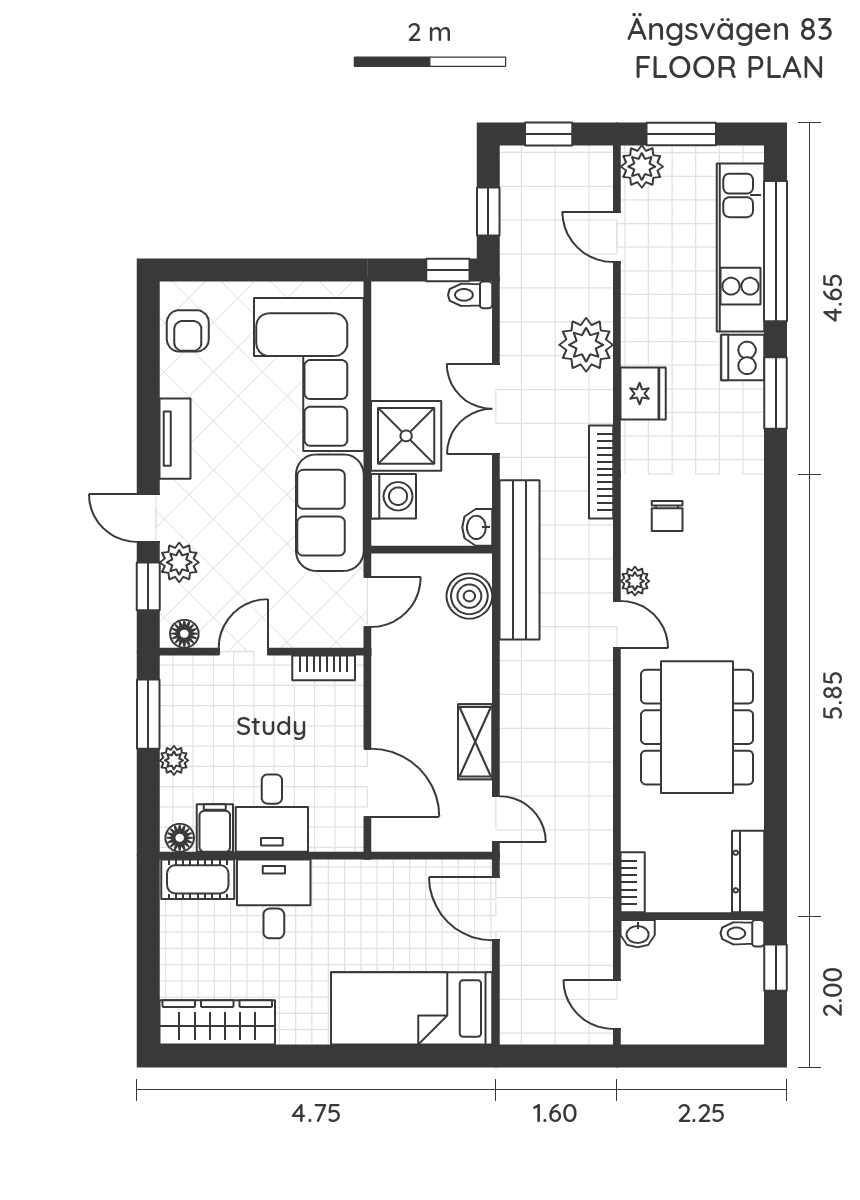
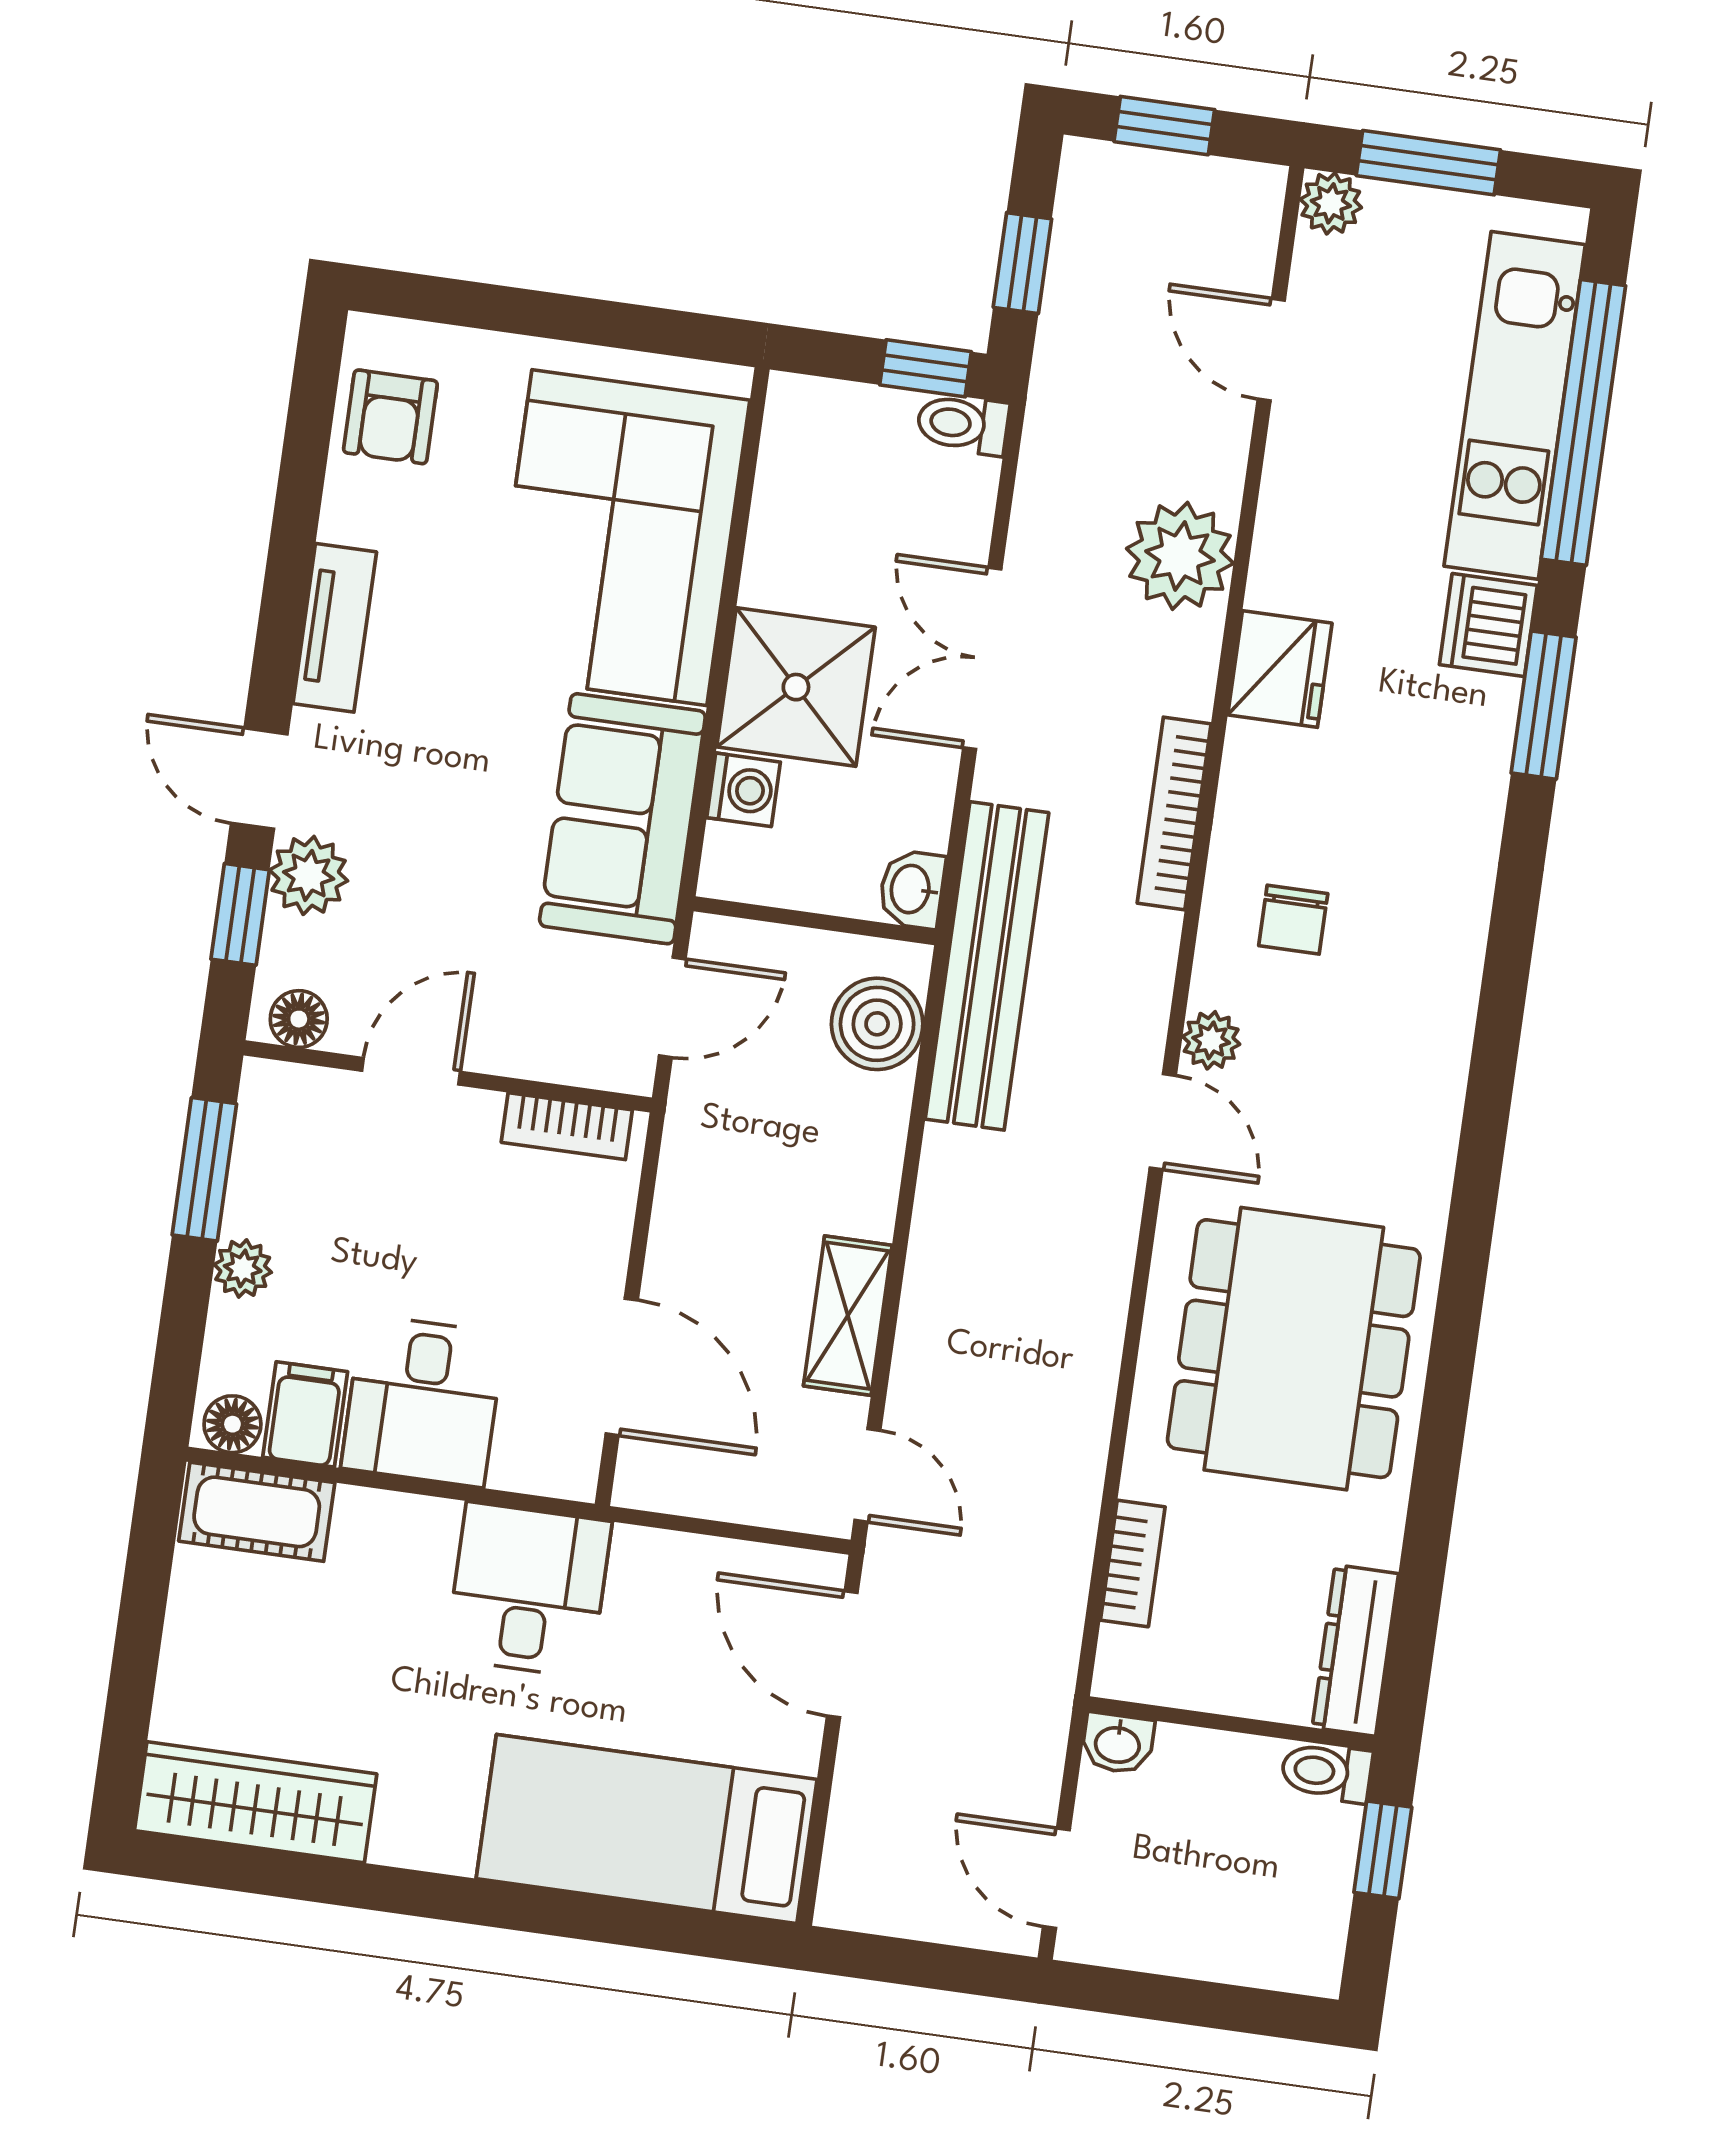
plant: (642, 167) -> (1331, 203), width x0.73, depth x0.73
washing machine: (394, 496) -> (743, 790), width x0.73, depth x0.73
bookcase: (633, 882) -> (1133, 1564), moved
desk: (274, 899) -> (528, 1590), moved

